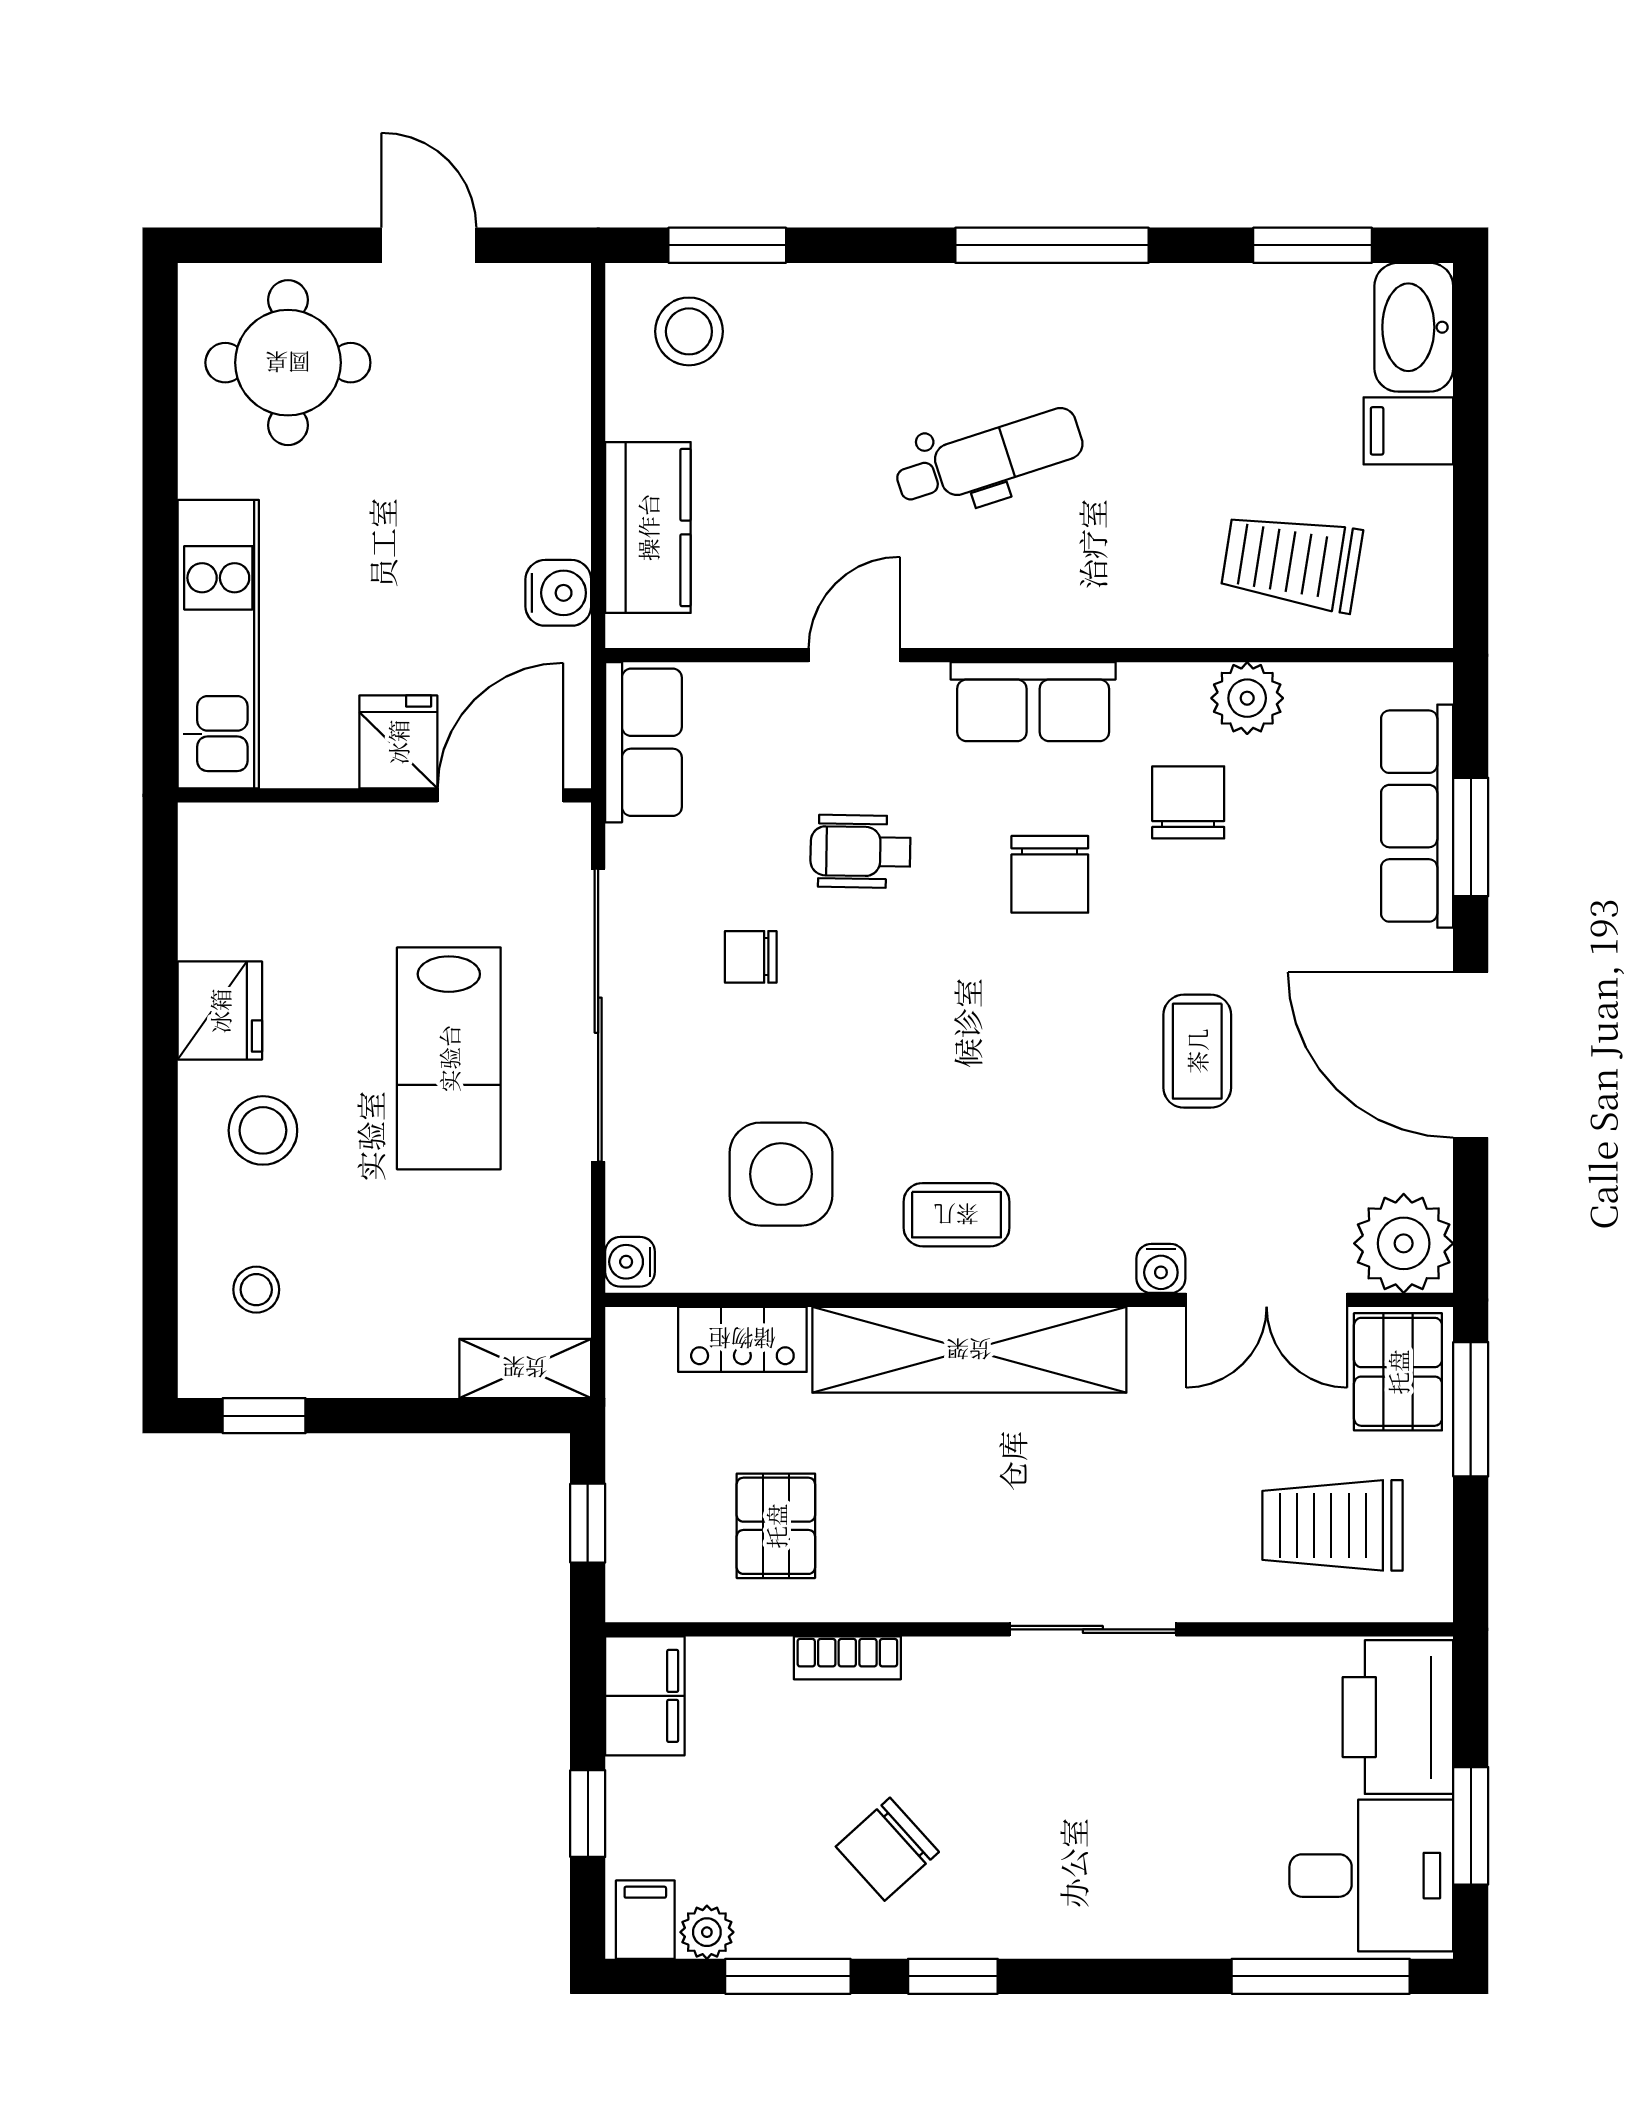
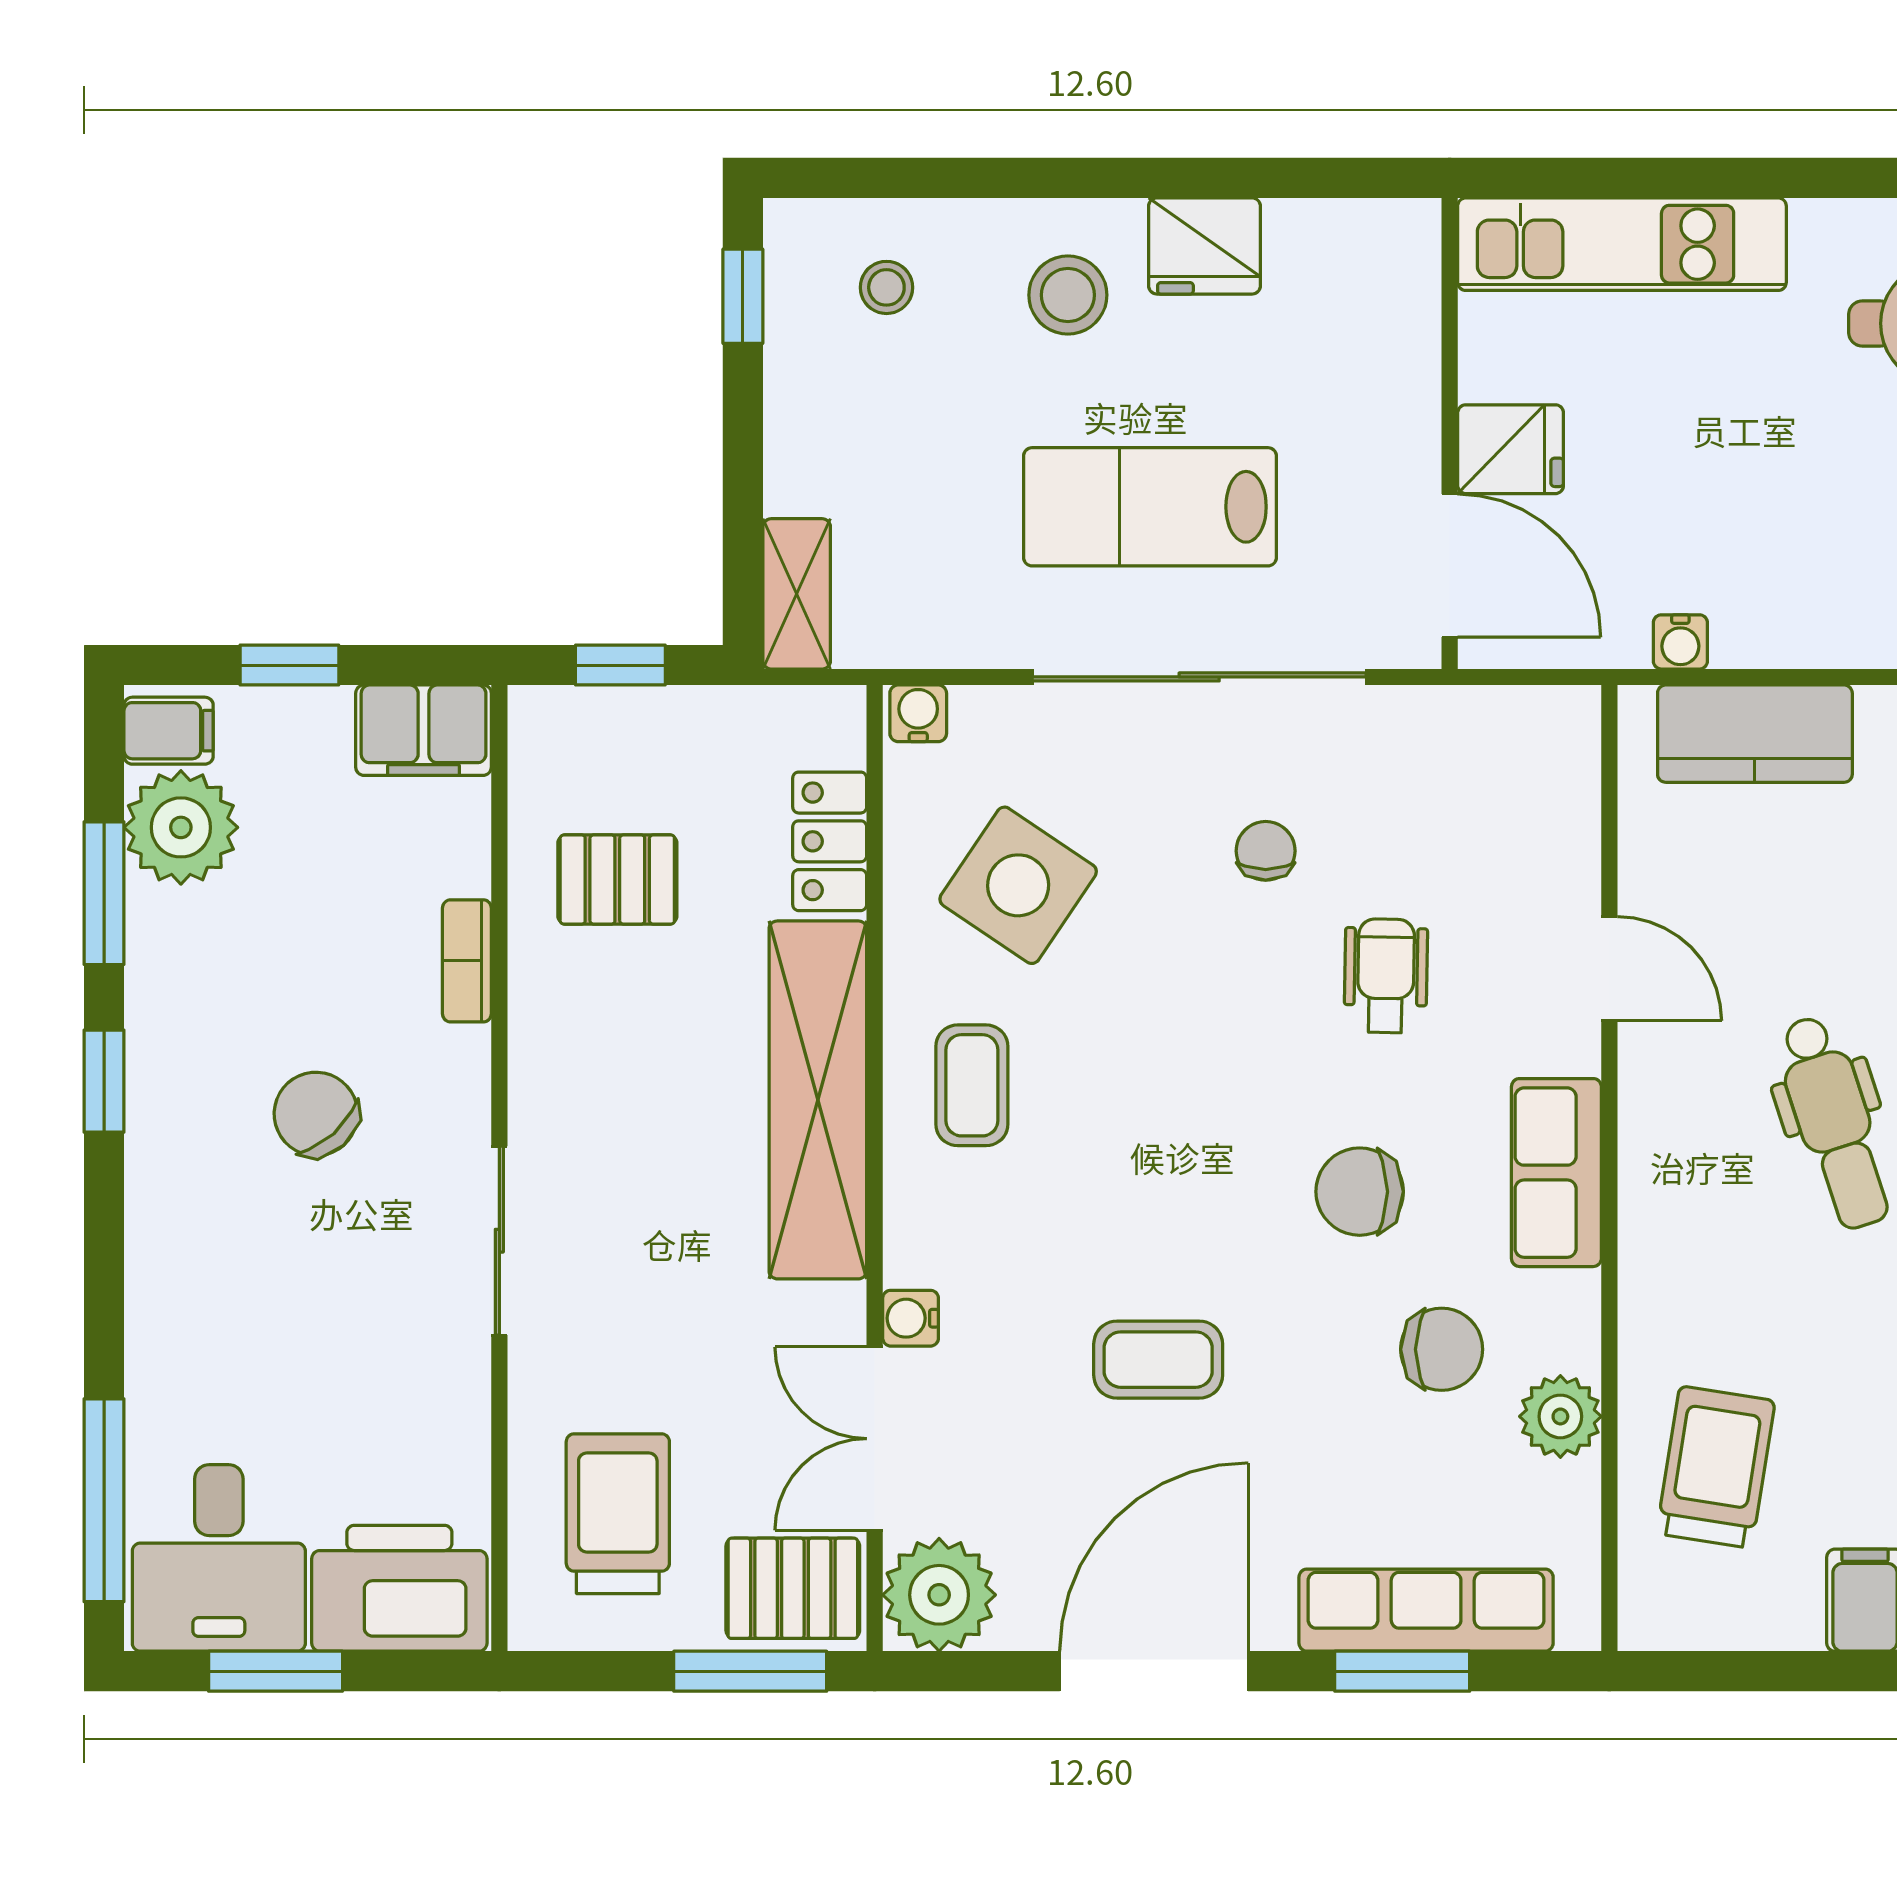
water cooler: (558, 593) -> (1680, 642), width x0.72, depth x0.72
row of seats: (643, 742) -> (1510, 729), removed
side table: (781, 1174) -> (1018, 885), turned 34
chair: (887, 1849) -> (316, 1114), moved
plant: (707, 1932) -> (181, 827), width x1.88, depth x1.88

